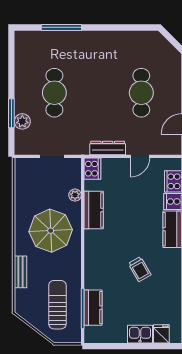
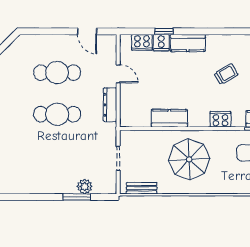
cafe table: (54, 93) -> (57, 114), moved
cooker: (92, 169) -> (220, 119), moved
plant: (75, 195) -> (155, 136), removed
bench: (20, 272) -> (142, 188), moved

